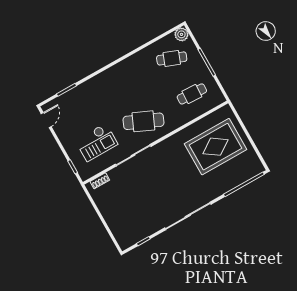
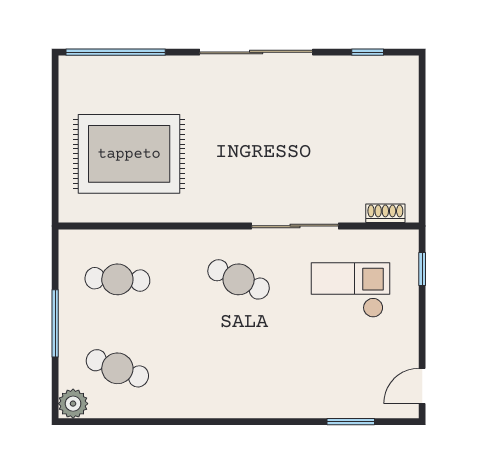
cafe table: (143, 121) -> (239, 279), width x0.73, depth x0.74

